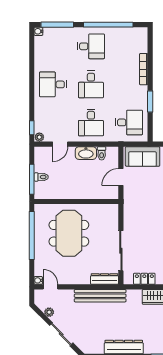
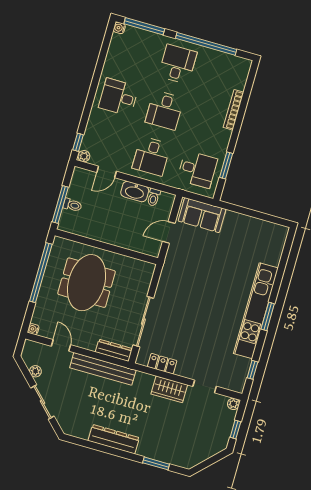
desk: (91, 46) -> (178, 64), turned -90
window: (150, 101) -> (226, 165), moved
door: (50, 287) -> (61, 345), moved

